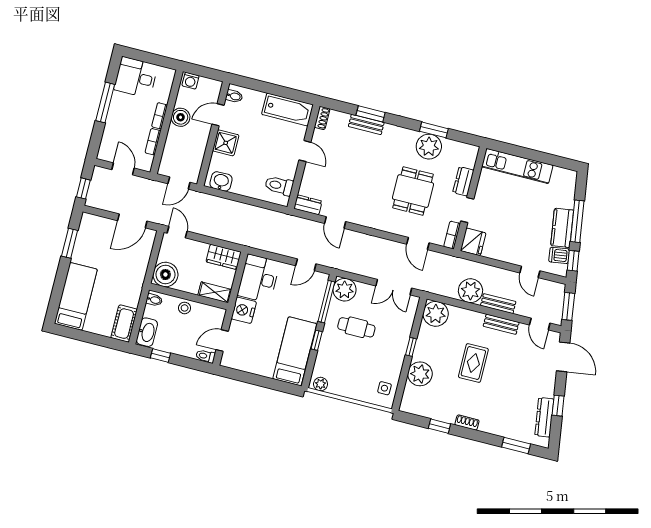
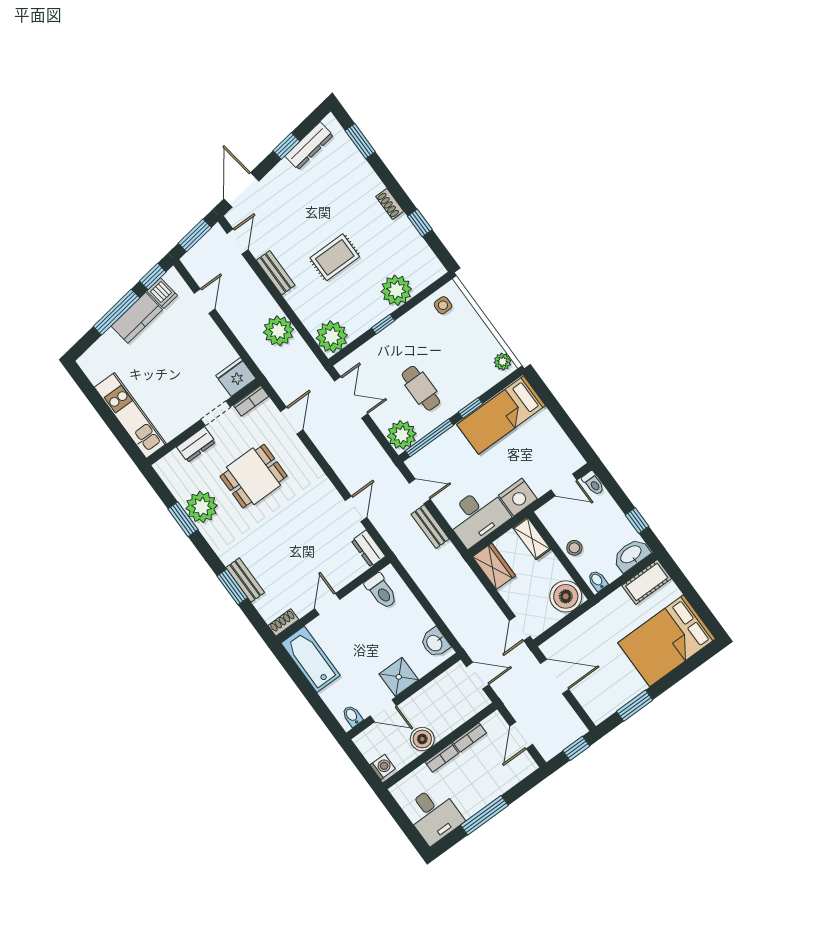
bed: (76, 296) -> (667, 641), width x1.50
bench: (498, 304) -> (430, 527), moved

